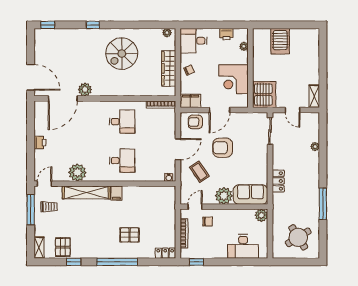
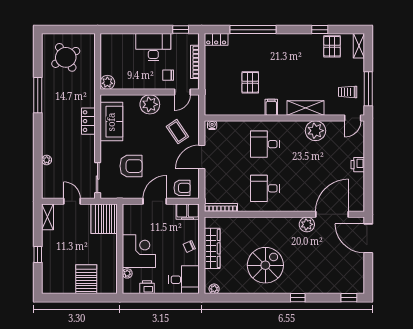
window: (323, 63) -> (38, 255), added
corner desk: (234, 79) -> (139, 251), moved
armchair: (223, 148) -> (131, 166), moved
shelving: (86, 192) -> (305, 108), width x0.68
sofa: (251, 194) -> (111, 122), moved, turned -90
pallet: (130, 235) -> (250, 82), moved, turned 90
desk: (243, 246) -> (153, 47), moved
window: (117, 262) -> (253, 30), moved

